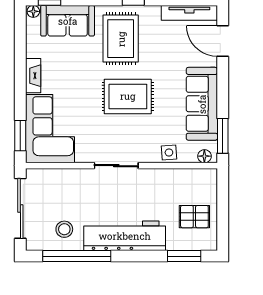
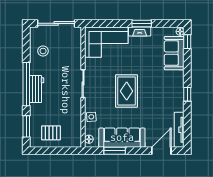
rug: (121, 39) -> (163, 86), removed
window: (20, 136) -> (142, 23), moved
window: (223, 136) -> (115, 151), moved
pallet: (194, 217) -> (51, 133), turned 90
workbench: (125, 236) -> (37, 89), width x0.53, depth x0.76
window: (77, 256) -> (26, 84), moved

